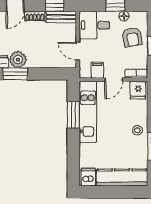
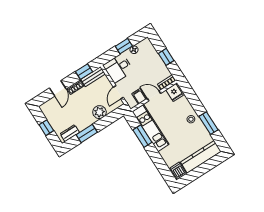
armchair: (132, 37) -> (148, 60), removed
door: (78, 51) -> (118, 92), hinge flipped
plant: (18, 60) -> (99, 112), moved
door: (114, 80) -> (154, 96), swing flipped

